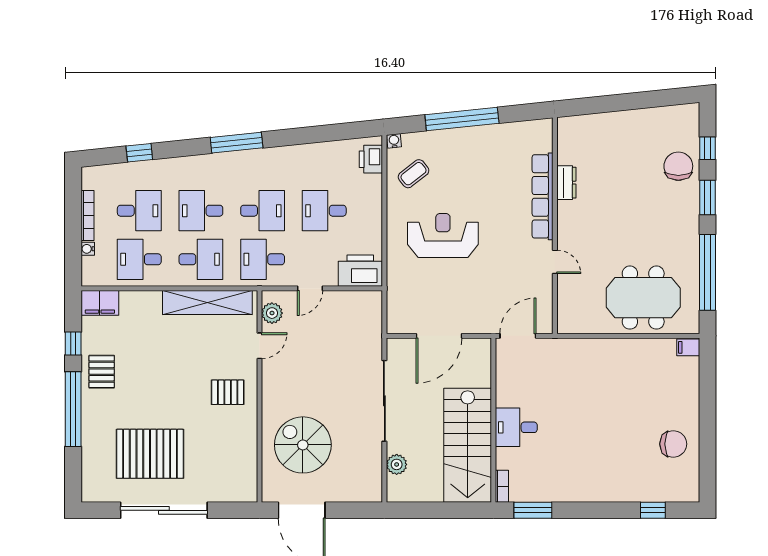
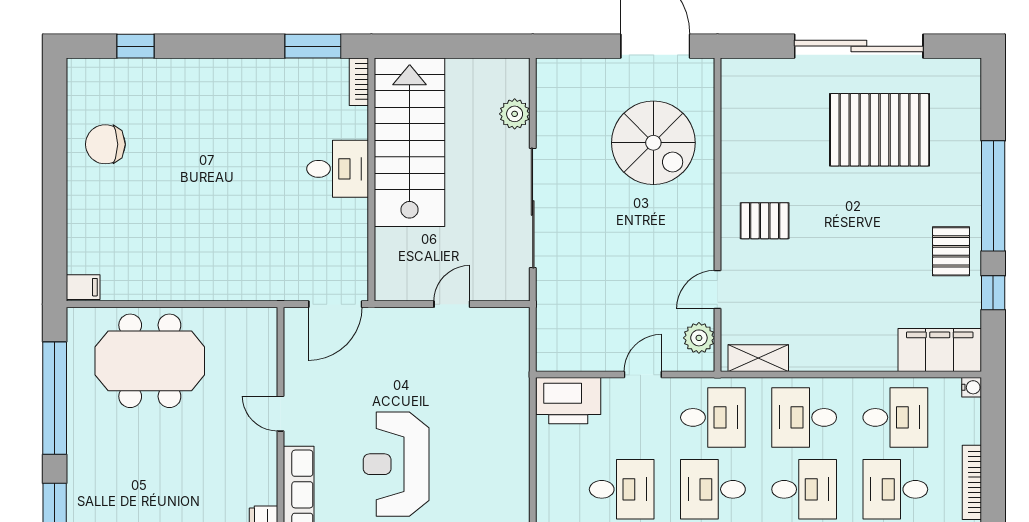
reception desk: (443, 236) -> (396, 464), moved, turned 90
water cooler: (88, 249) -> (972, 387), moved
shelving: (207, 302) -> (758, 358), width x0.45, depth x0.75
filing cabinet: (100, 303) -> (940, 350), width x1.50, depth x1.17
door: (439, 336) -> (452, 304), width x0.53

